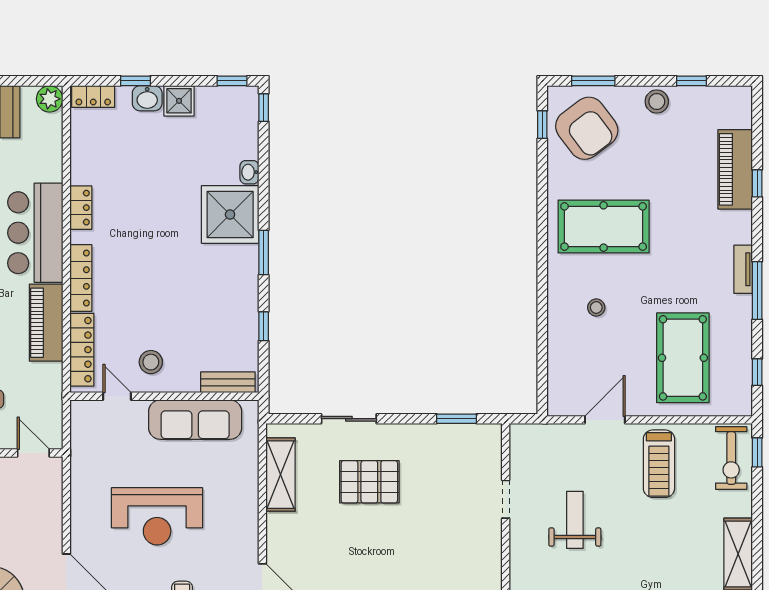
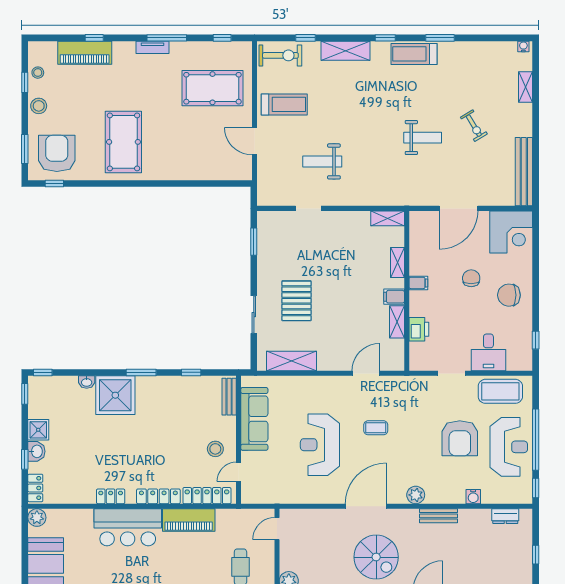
armchair: (587, 128) -> (57, 153), turned -53
stool: (596, 308) -> (38, 73), moved
window: (757, 452) -> (306, 38), moved
reception desk: (157, 516) -> (320, 445), turned 180

